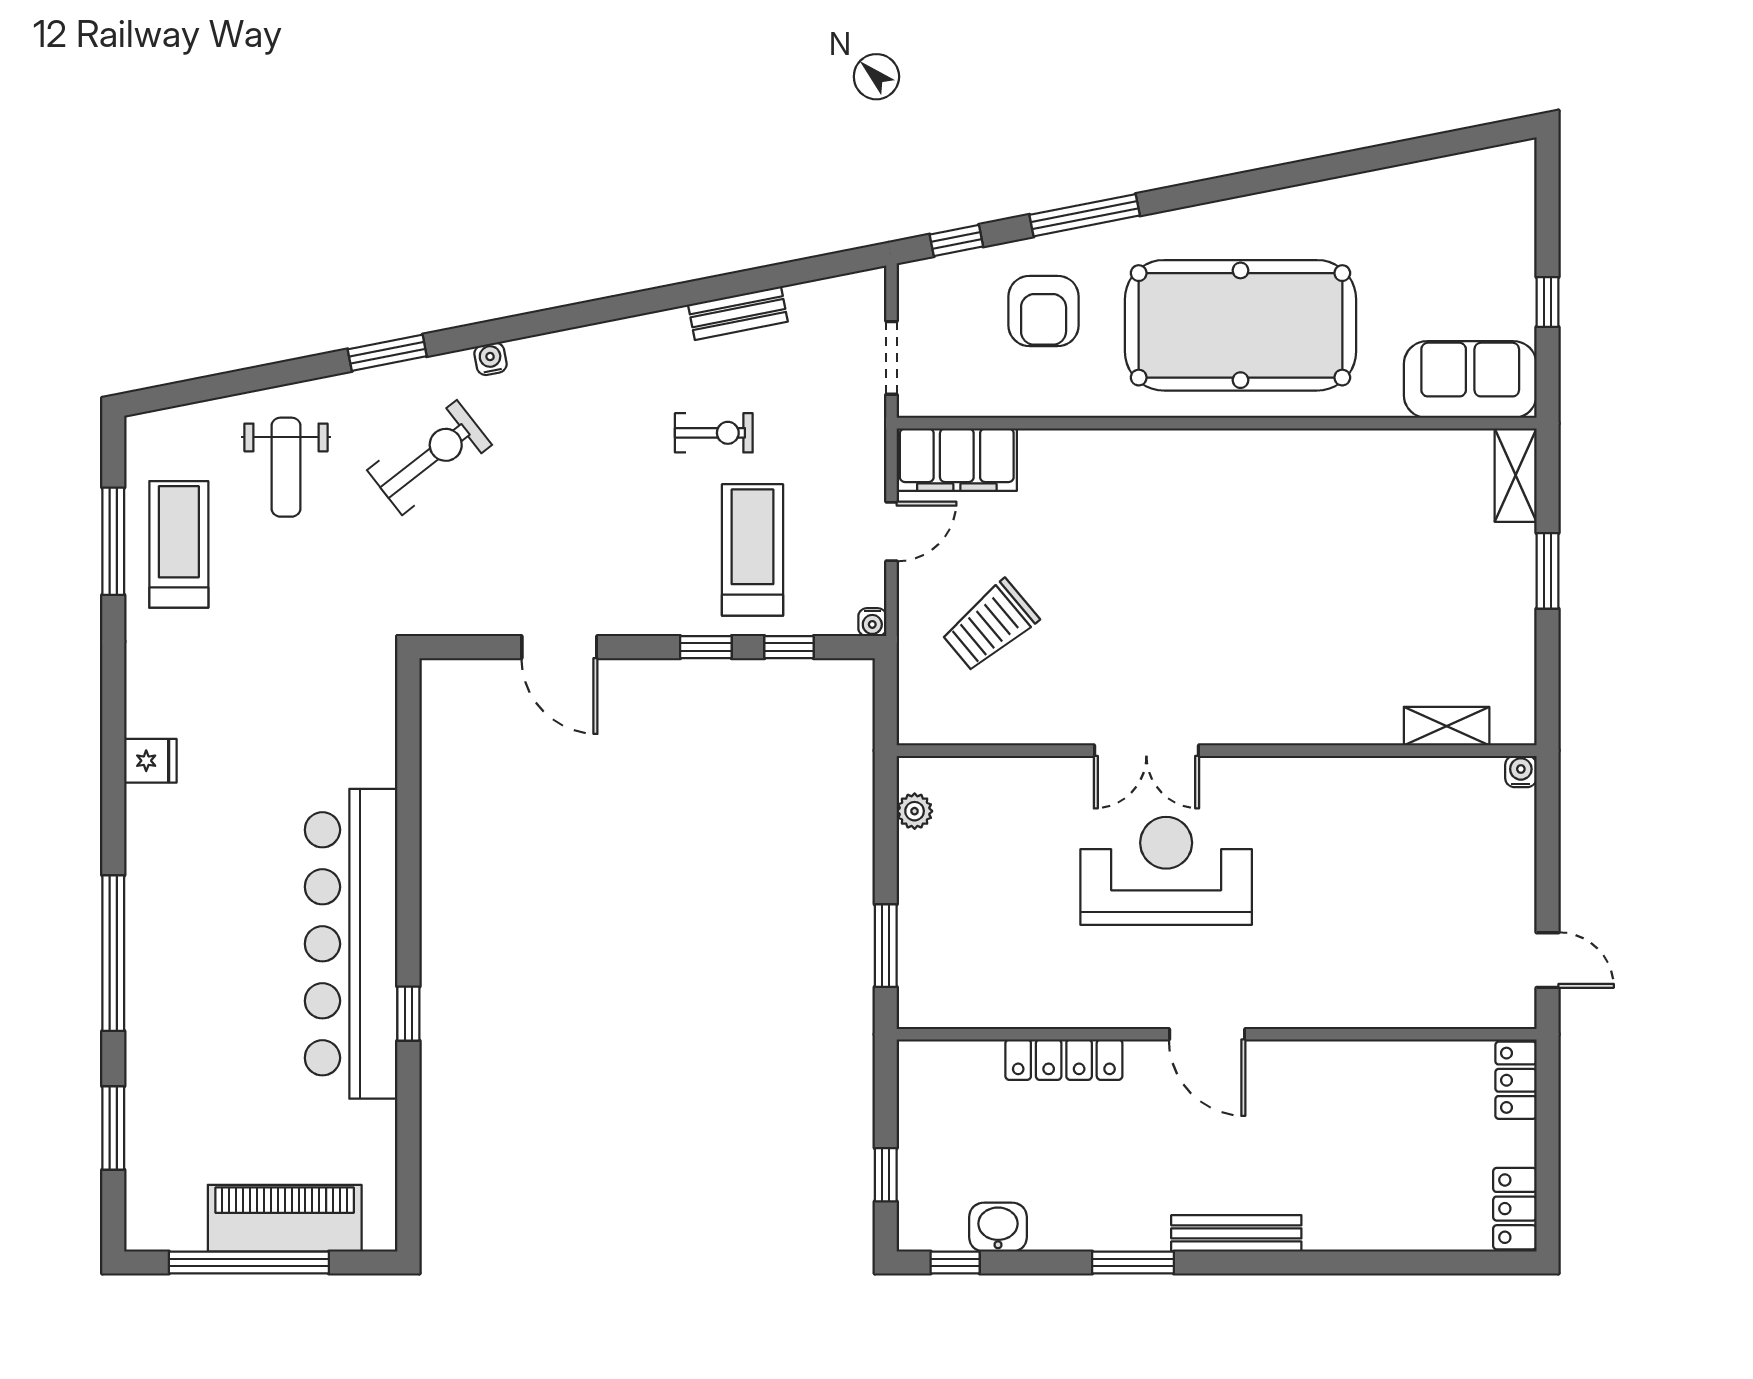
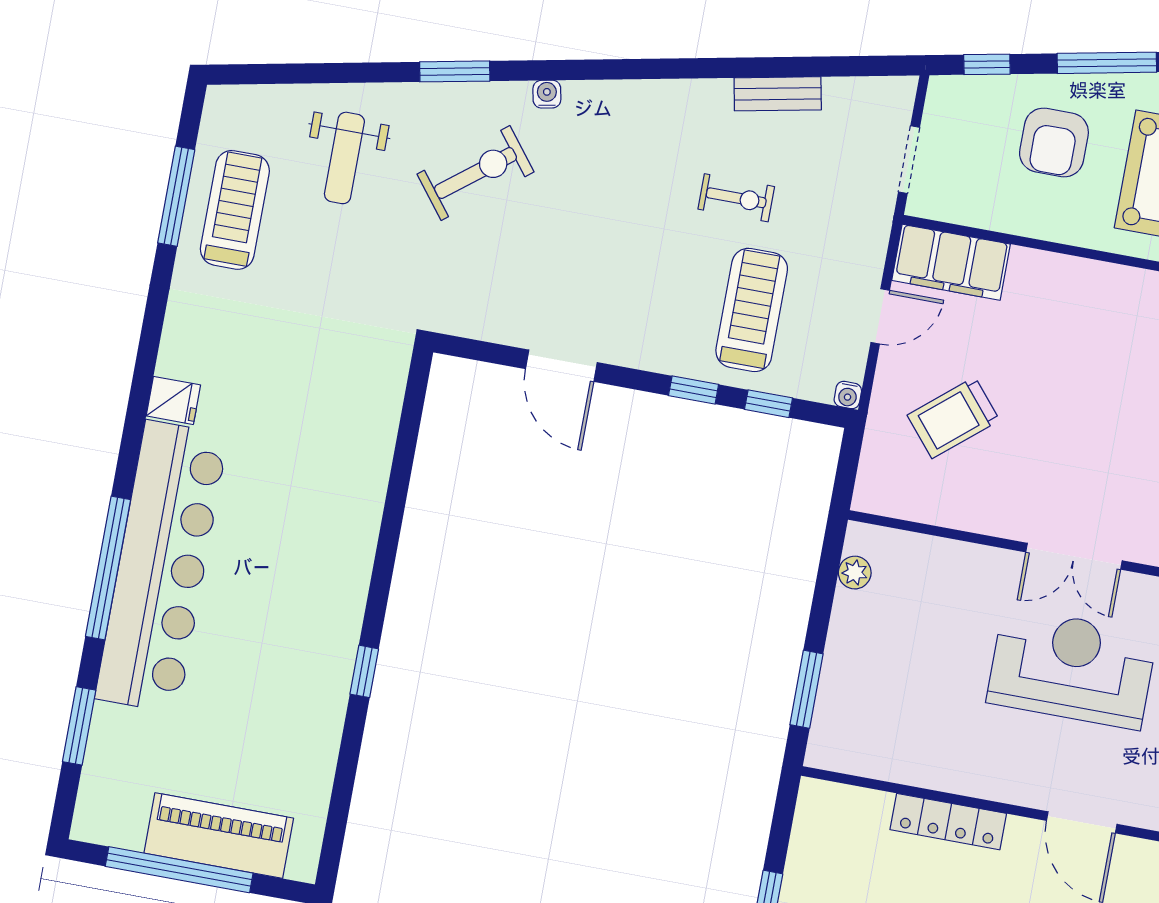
bar counter: (351, 944) -> (162, 567), moved, turned 180

